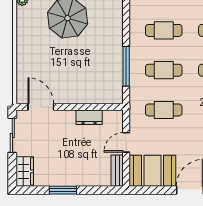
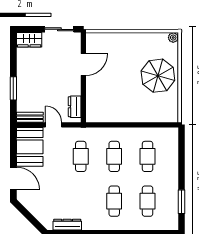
window: (126, 66) -> (117, 125), removed
door: (41, 107) -> (83, 64), moved
dresser: (89, 117) -> (75, 107), moved
window: (63, 190) -> (13, 88), moved

